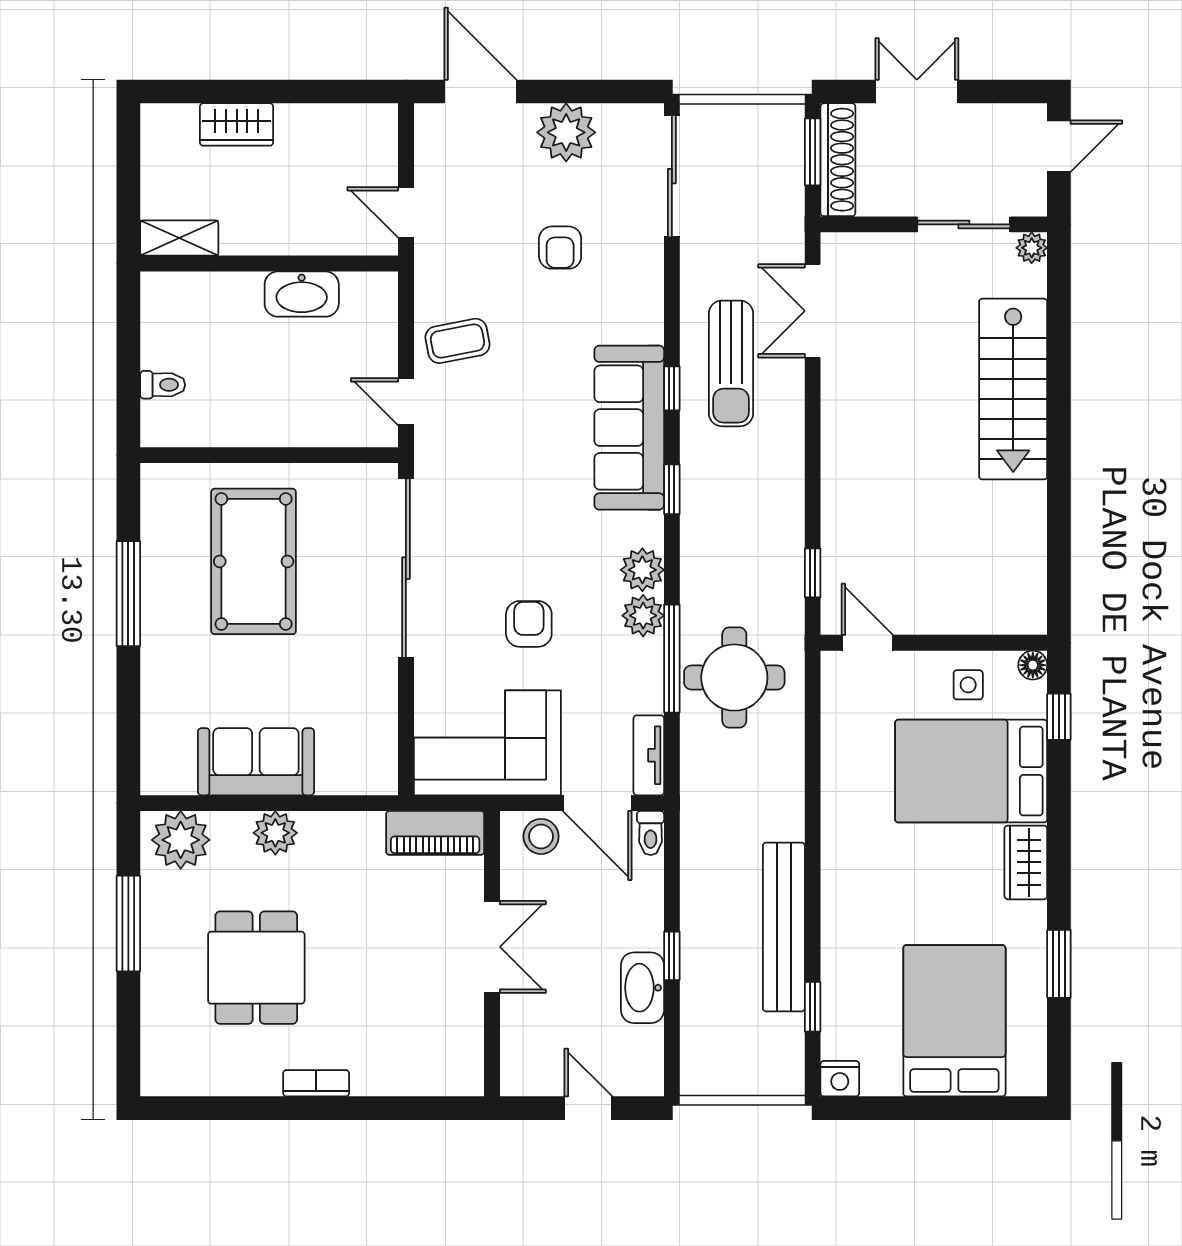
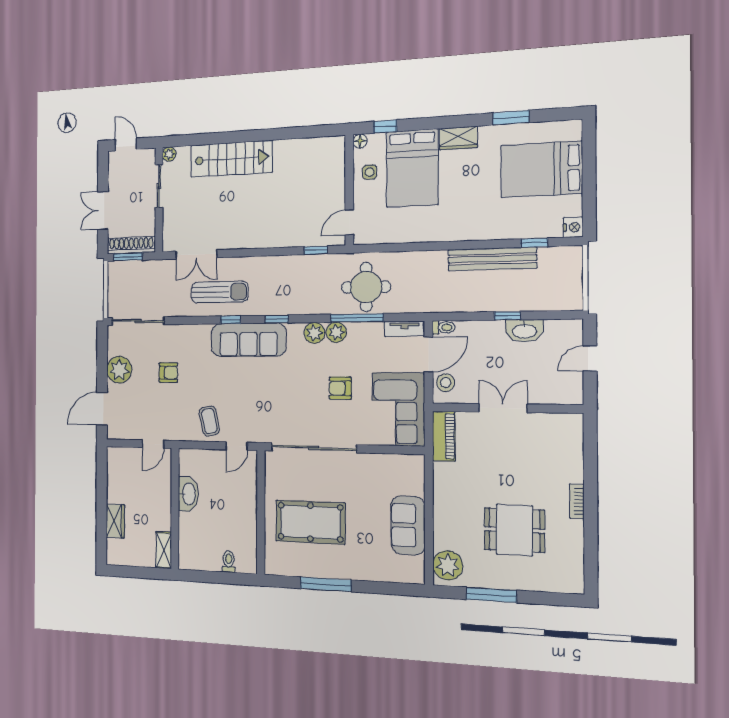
plant: (275, 833) -> (444, 517), removed

